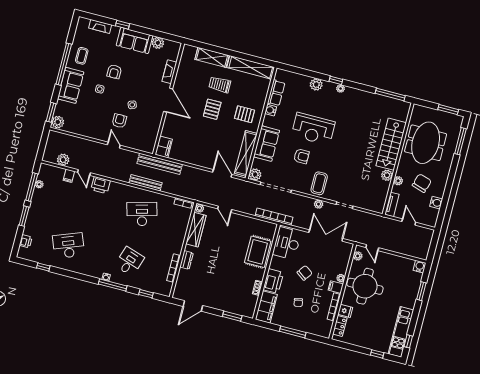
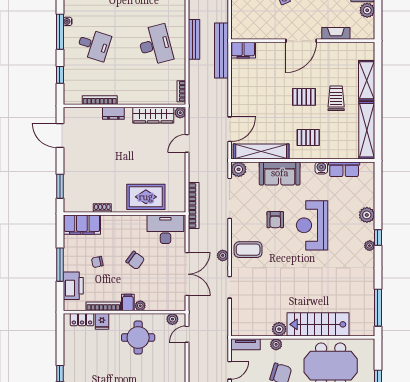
pallet: (244, 114) -> (308, 138), turned 90
printer: (273, 281) -> (73, 286), moved, turned -90
round table: (365, 286) -> (138, 338), width x0.73, depth x0.73

